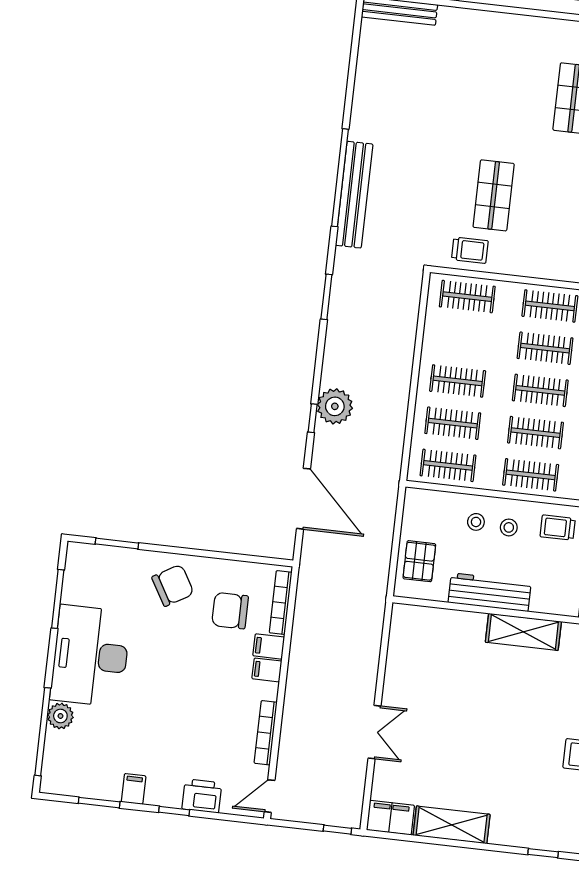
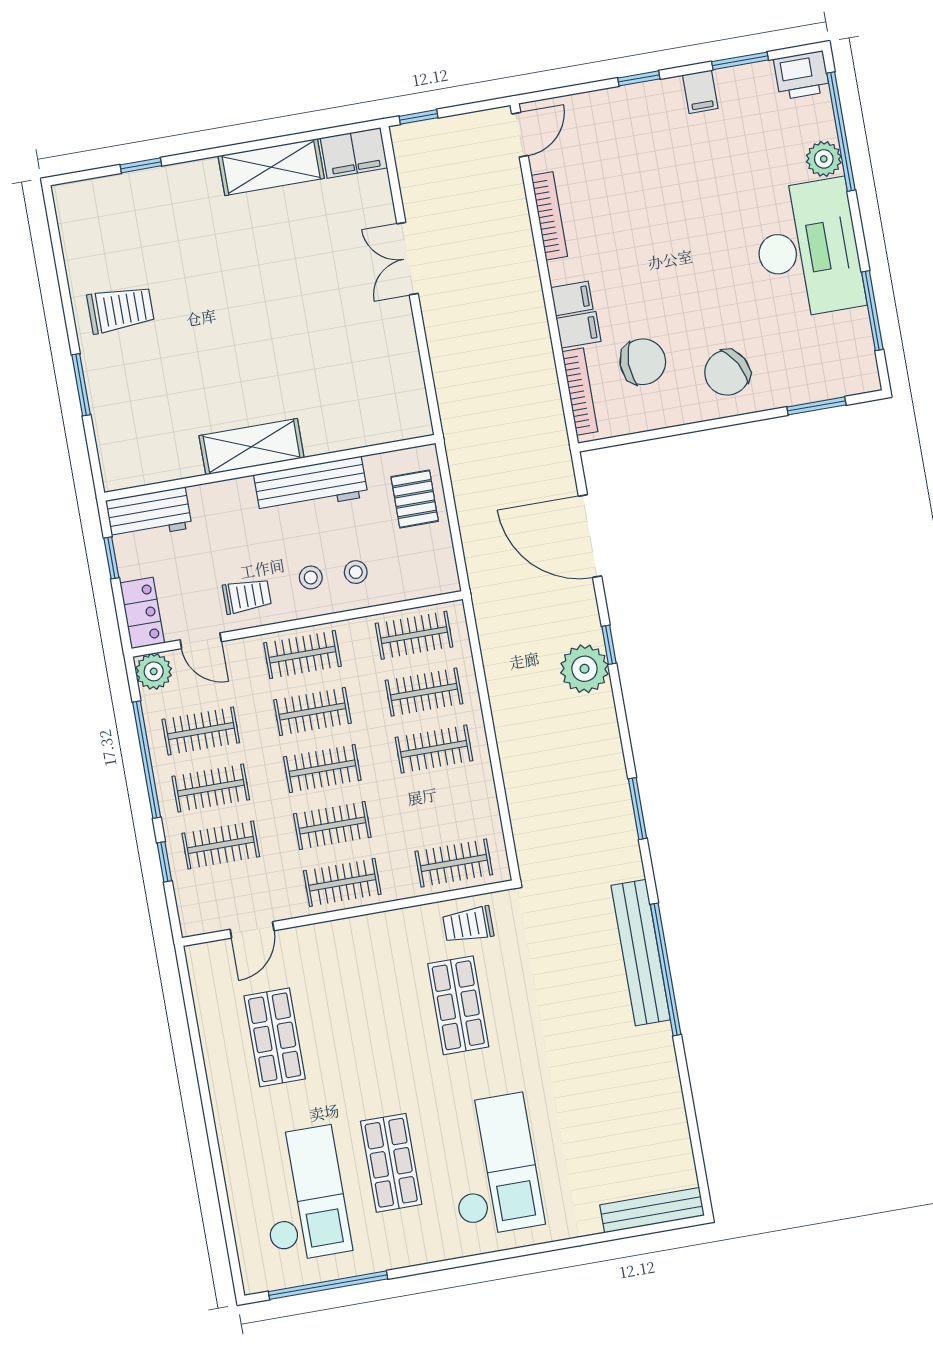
checkout: (502, 76) -> (493, 1165), added
printer: (202, 796) -> (802, 75), moved

